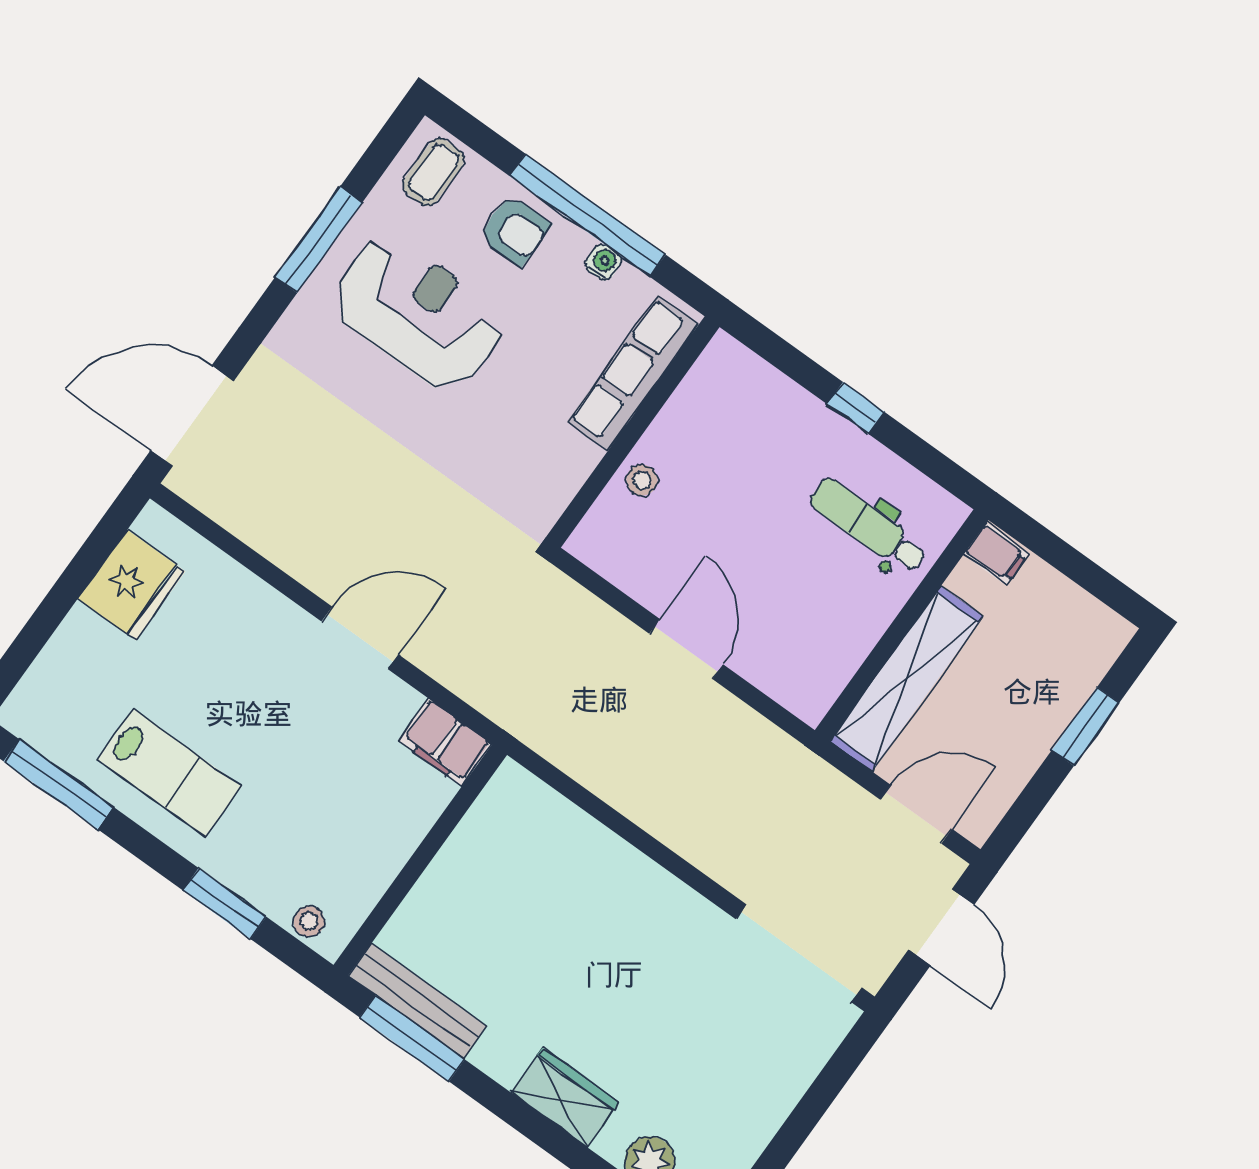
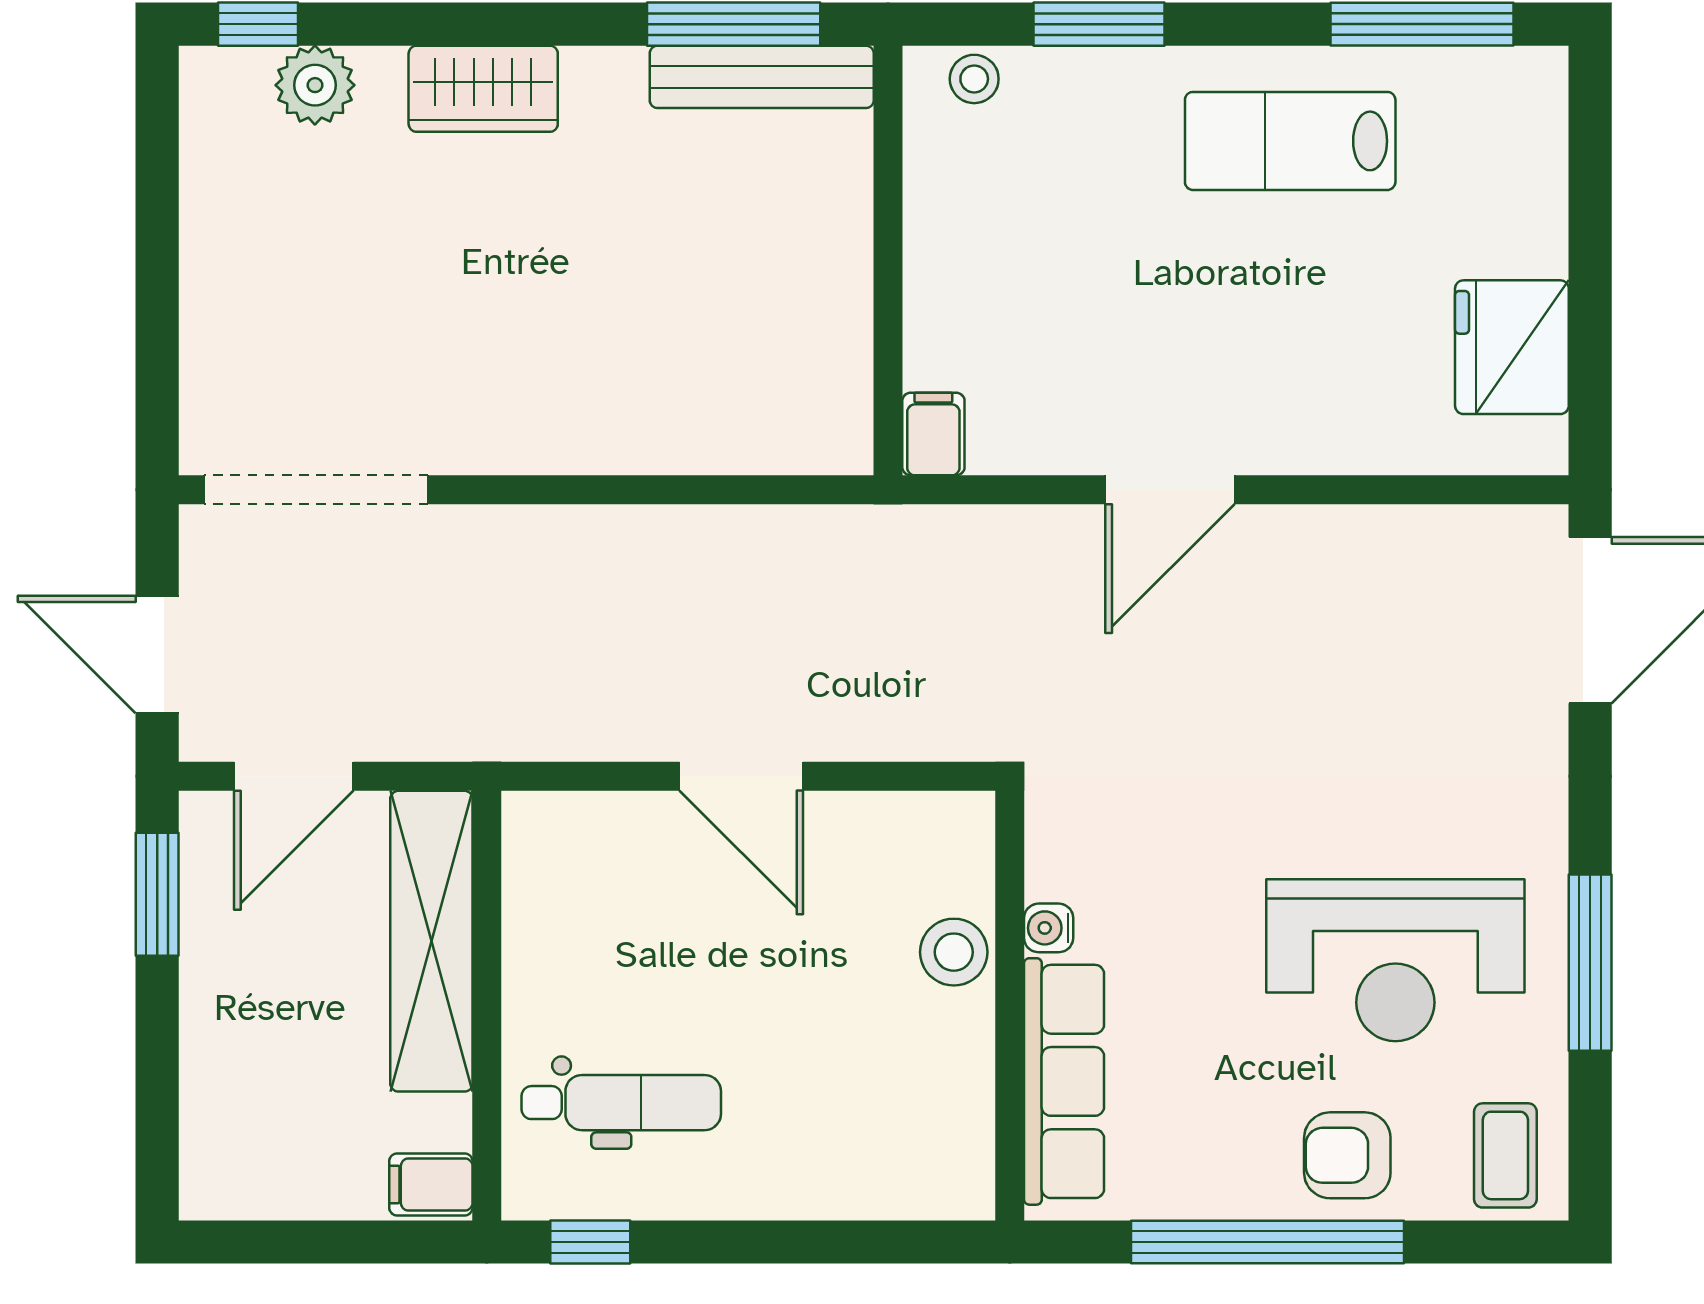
water cooler: (603, 262) -> (1049, 928), moved, turned 90
window: (856, 408) -> (590, 1242), moved
stool: (642, 480) -> (954, 952), width x1.37, depth x1.37
window: (1086, 726) -> (157, 894), moved
filing cabinet: (445, 742) -> (933, 434), width x0.50

